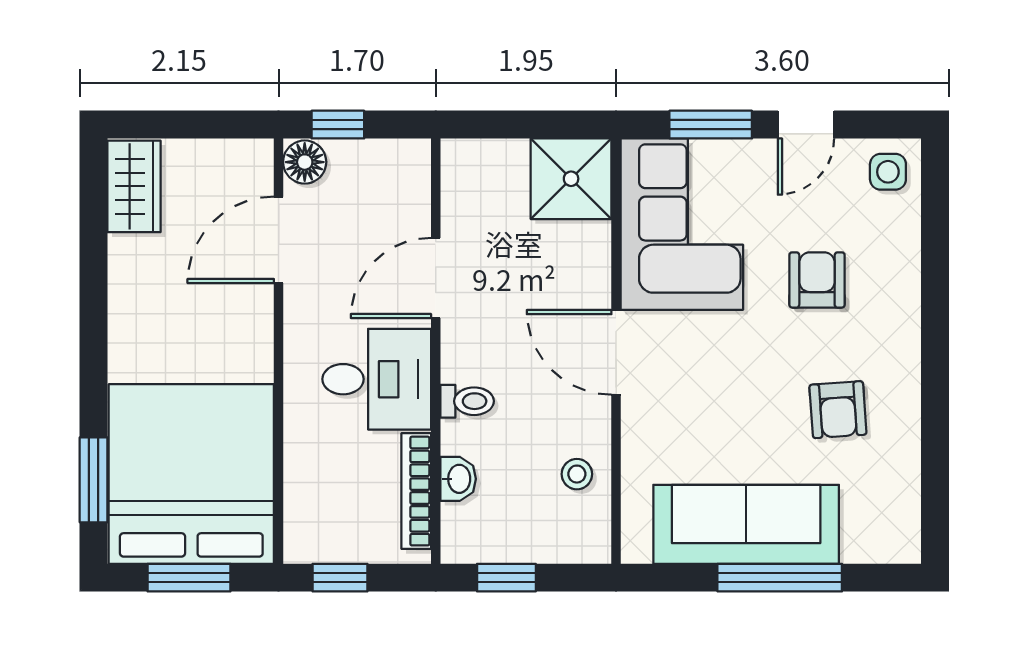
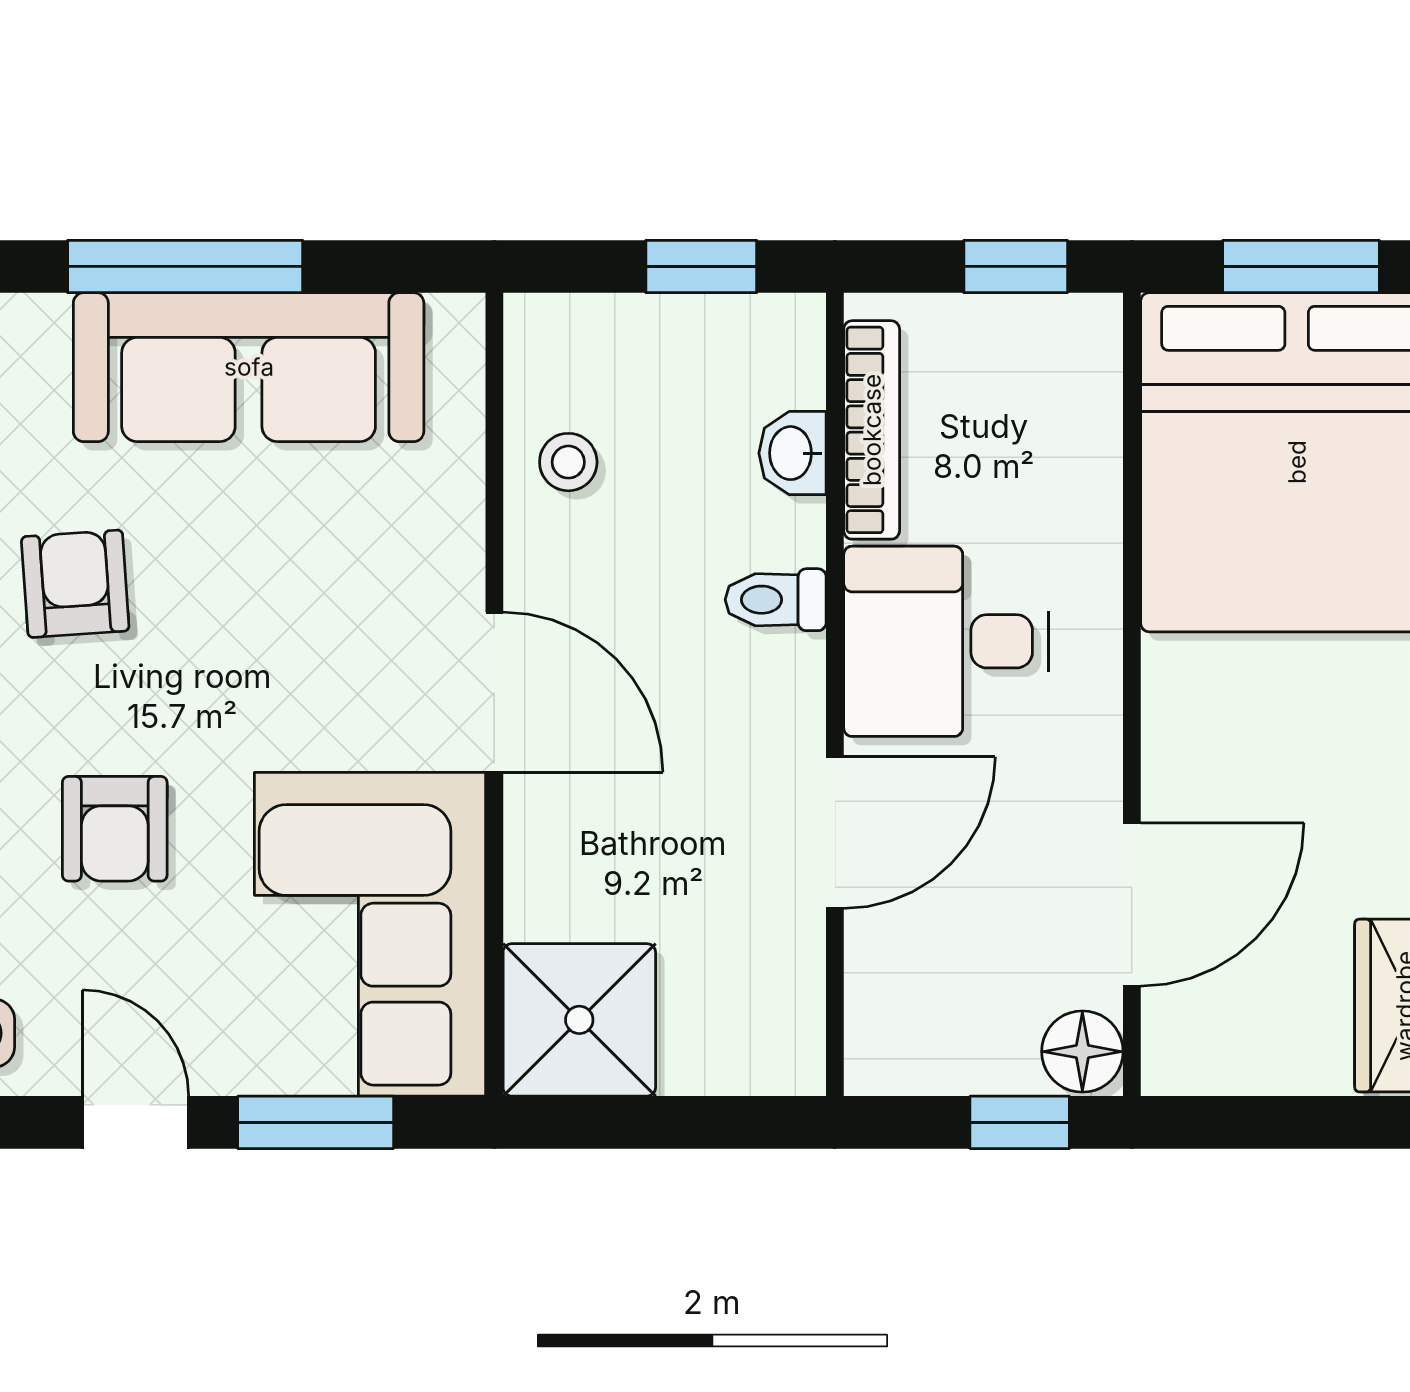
door: (806, 125) -> (135, 1122), hinge flipped

